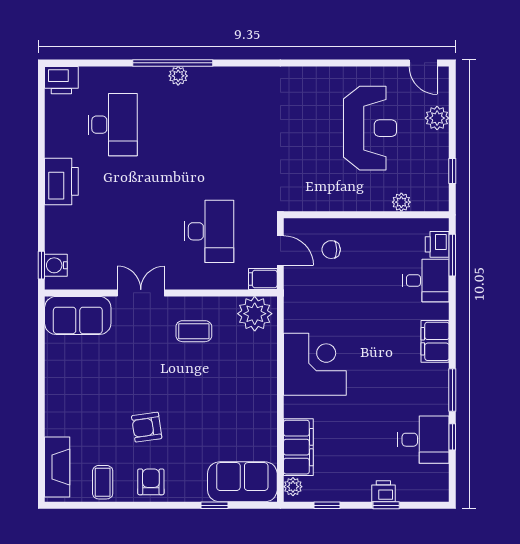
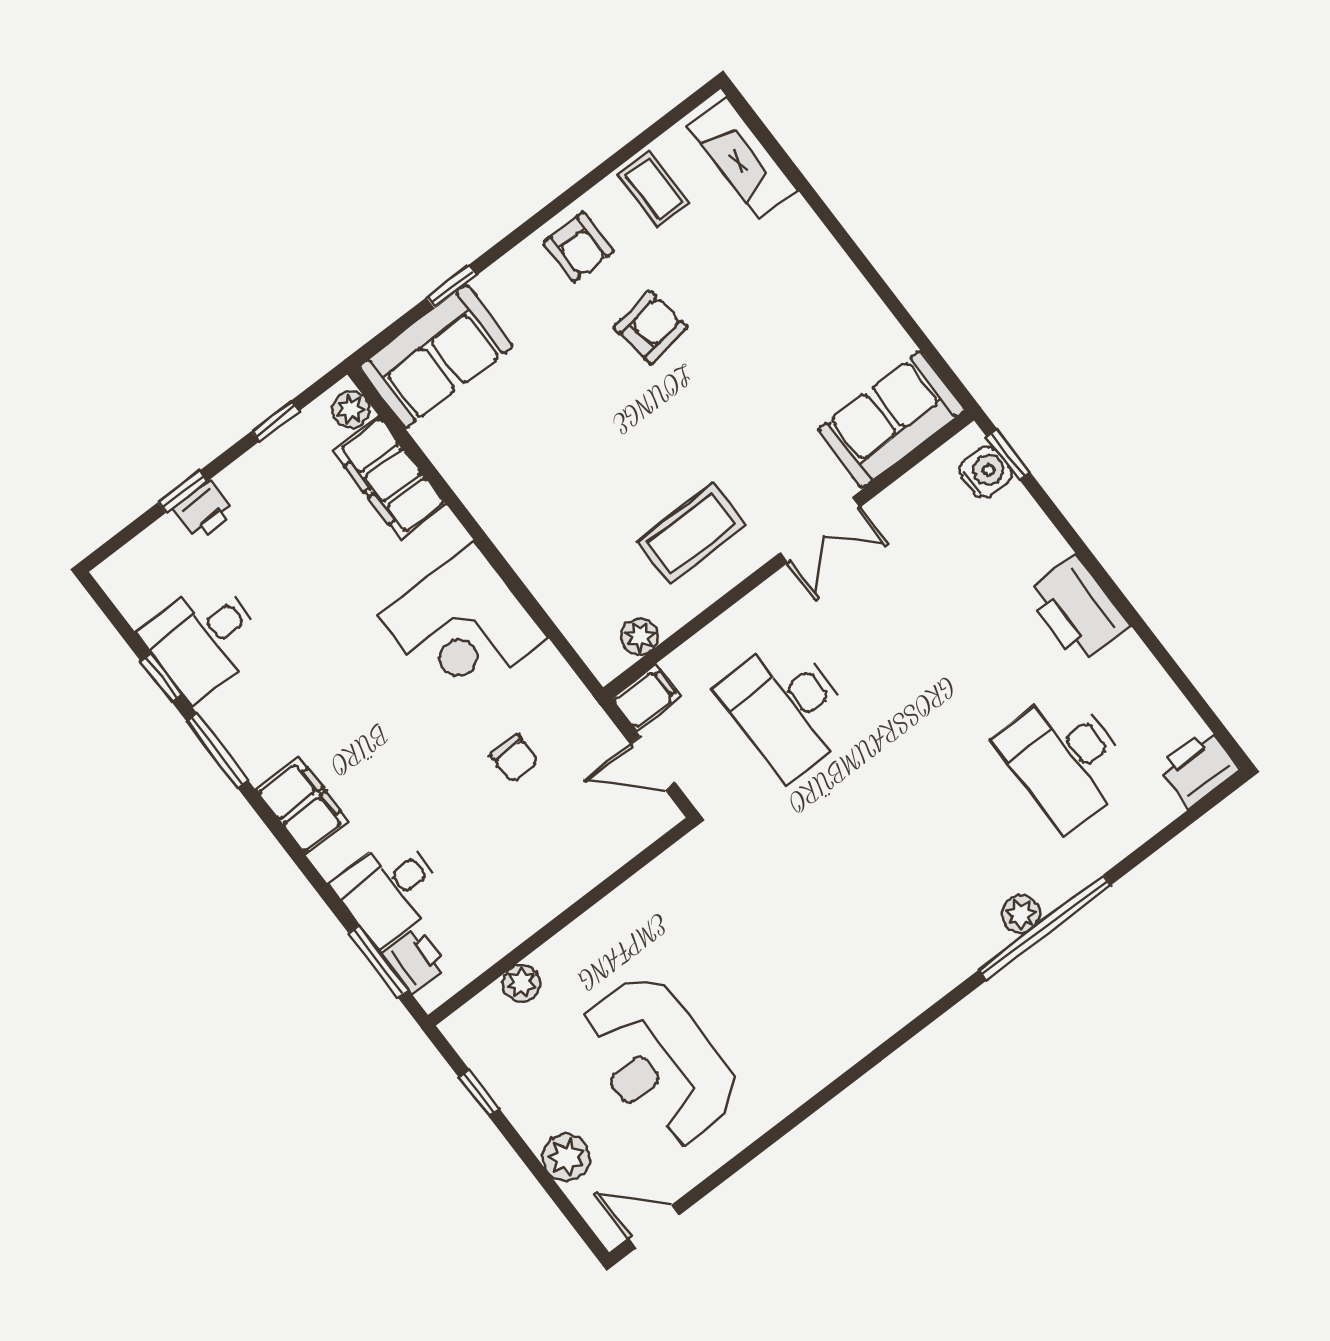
chair: (331, 250) -> (514, 758), moved, turned 90
plant: (255, 314) -> (640, 637), width x0.53, depth x0.53
coffee table: (194, 331) -> (691, 534), width x1.36, depth x1.30

